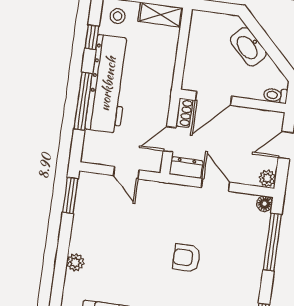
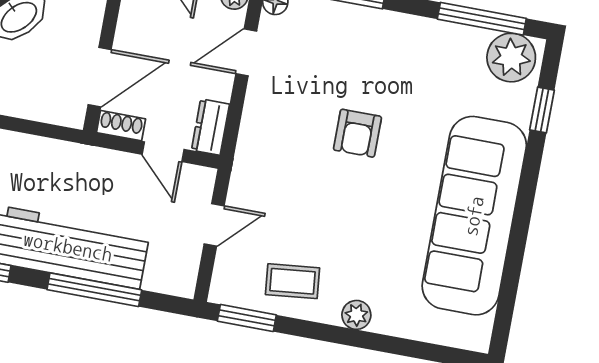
door: (213, 98) -> (100, 77), hinge flipped
door: (215, 185) -> (246, 52), moved
coffee table: (94, 222) -> (292, 281), added

